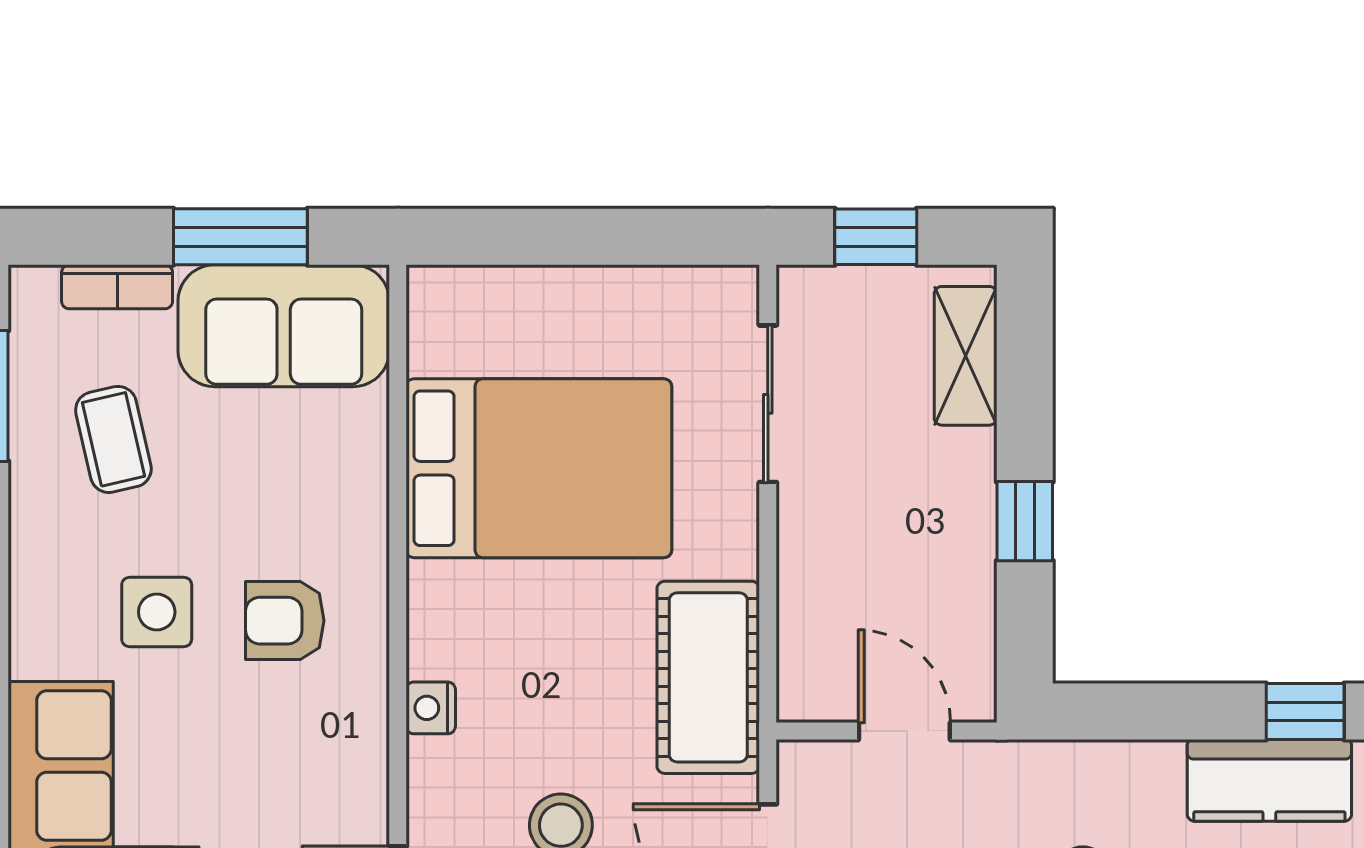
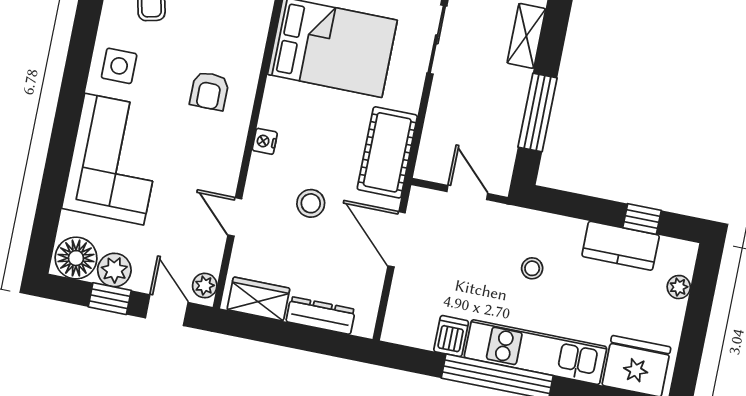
window: (1025, 521) -> (537, 112), width x2.17
side table: (157, 612) -> (119, 66), moved
armchair: (285, 621) -> (209, 91), turned -90

